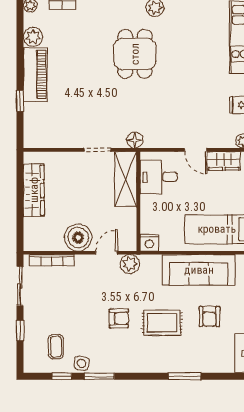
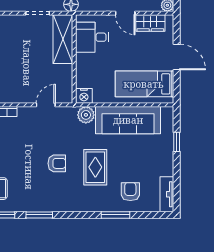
boiler: (78, 238) -> (20, 91), removed
plant: (130, 264) -> (86, 115), moved
armchair: (209, 316) -> (130, 192), moved, turned 180
rug: (162, 323) -> (95, 167), turned 90
side table: (82, 363) -> (23, 203), removed

